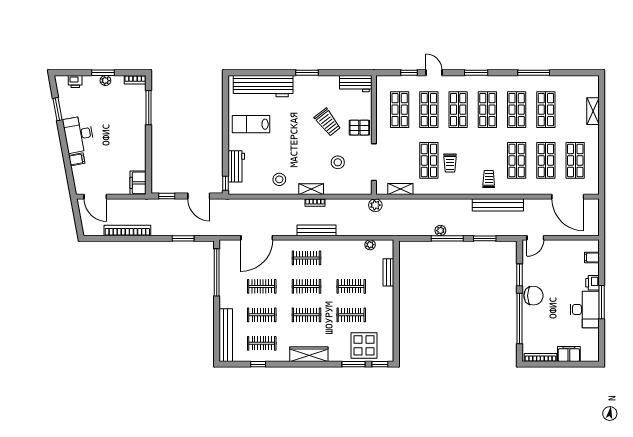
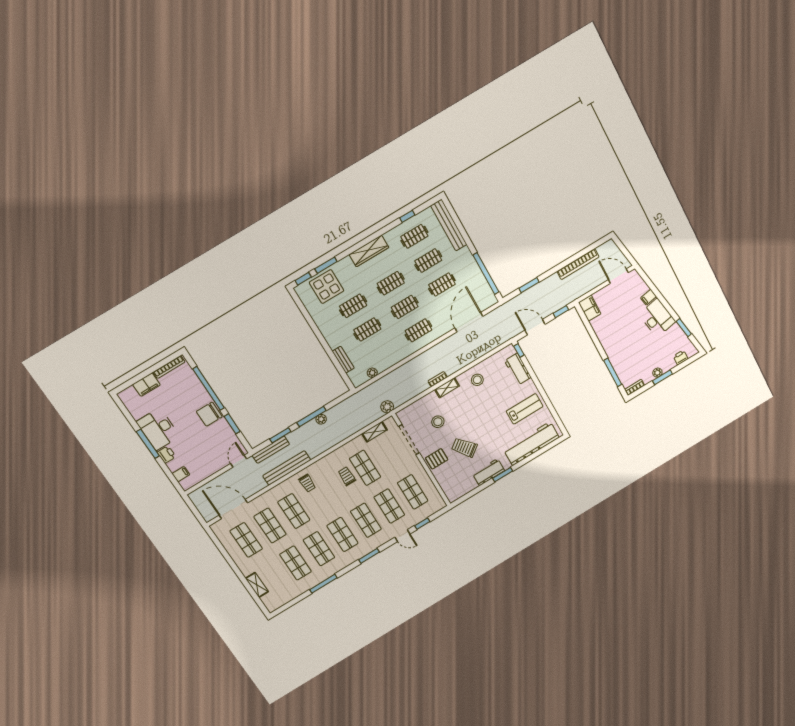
workbench: (356, 84) -> (489, 472), moved
bench: (317, 230) -> (271, 450), moved

